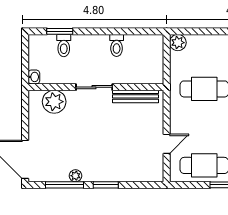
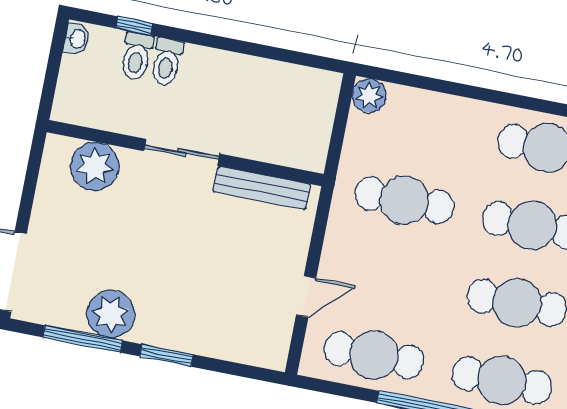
window: (60, 31) -> (134, 26), width x0.67
toilet: (117, 45) -> (167, 62), moved
washbasin: (34, 77) -> (77, 39), moved
plant: (75, 176) -> (111, 314), width x1.88, depth x1.88

